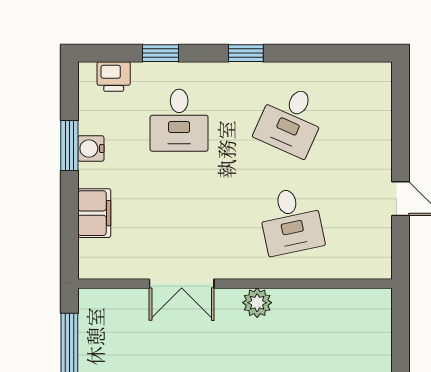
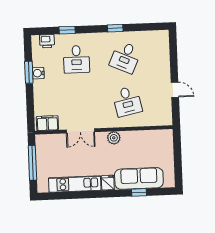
window: (246, 53) -> (115, 28), moved
filing cabinet: (94, 213) -> (47, 123), moved, turned -90

